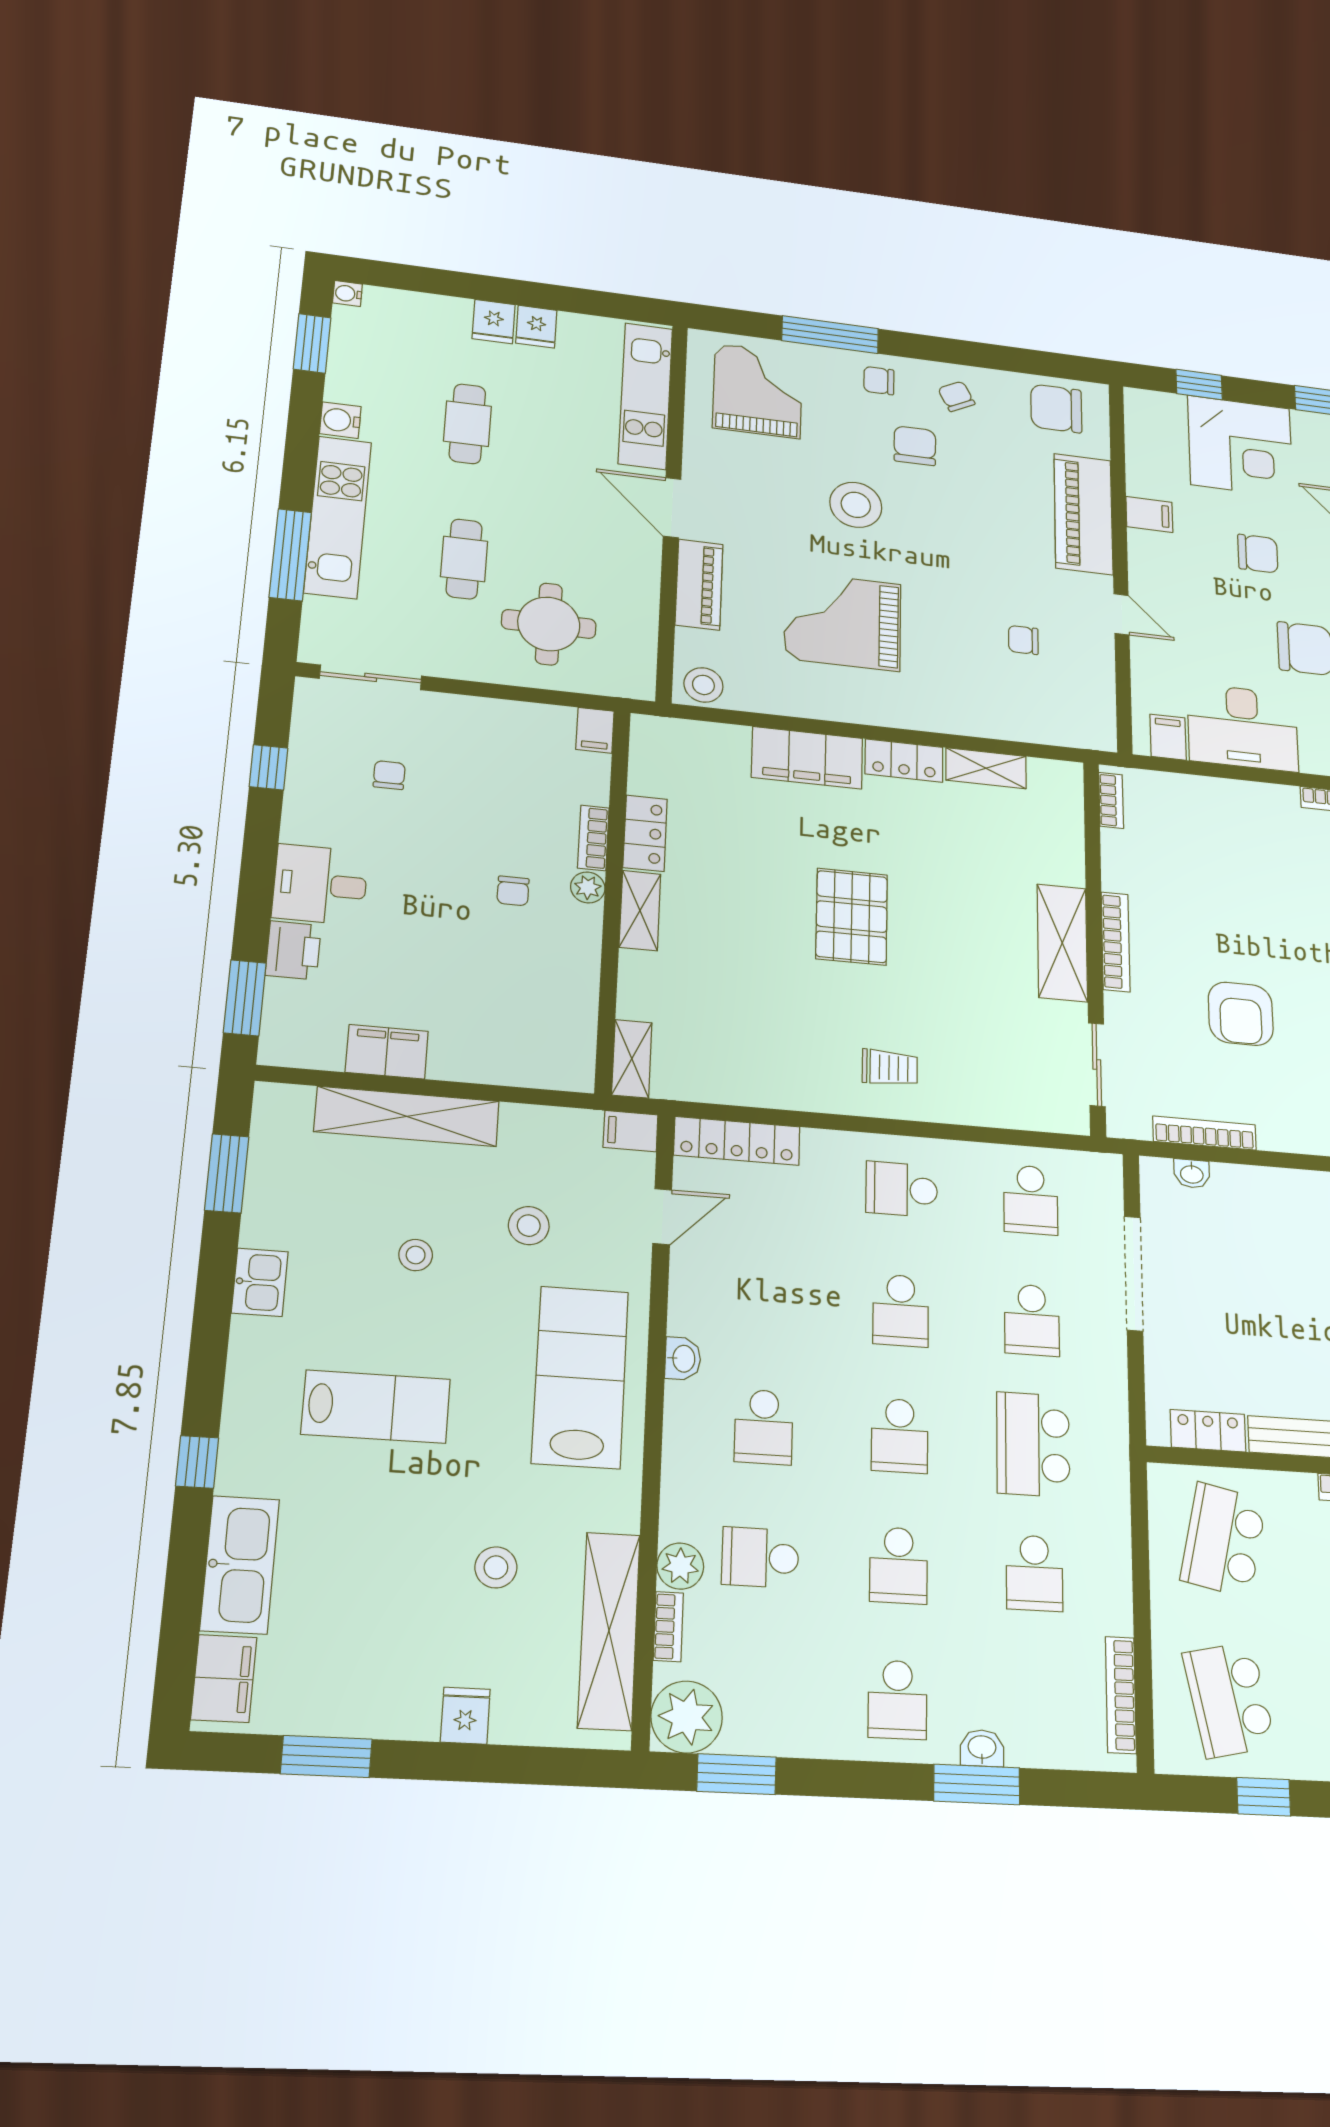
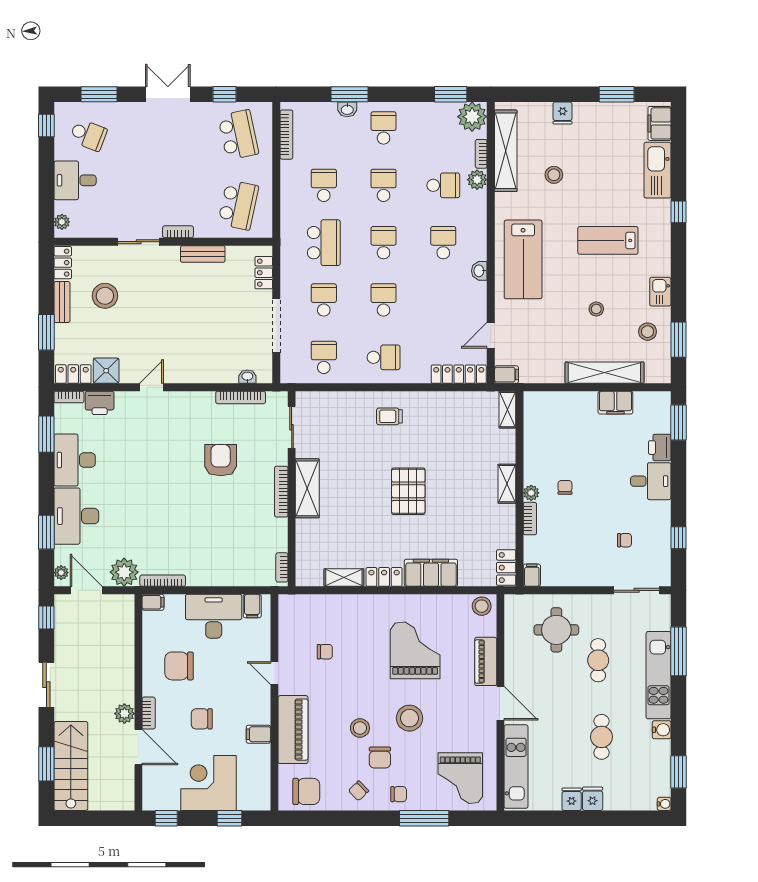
chair: (956, 396) -> (359, 791), turned 73
stool: (954, 500) -> (360, 728), added
grand piano: (843, 621) -> (415, 650), turned -90
chair: (389, 775) -> (625, 540), turned -90
locker: (645, 833) -> (506, 568), moved
stool: (529, 1226) -> (648, 332), moved
locker: (1208, 1431) -> (264, 273), moved, turned 90

